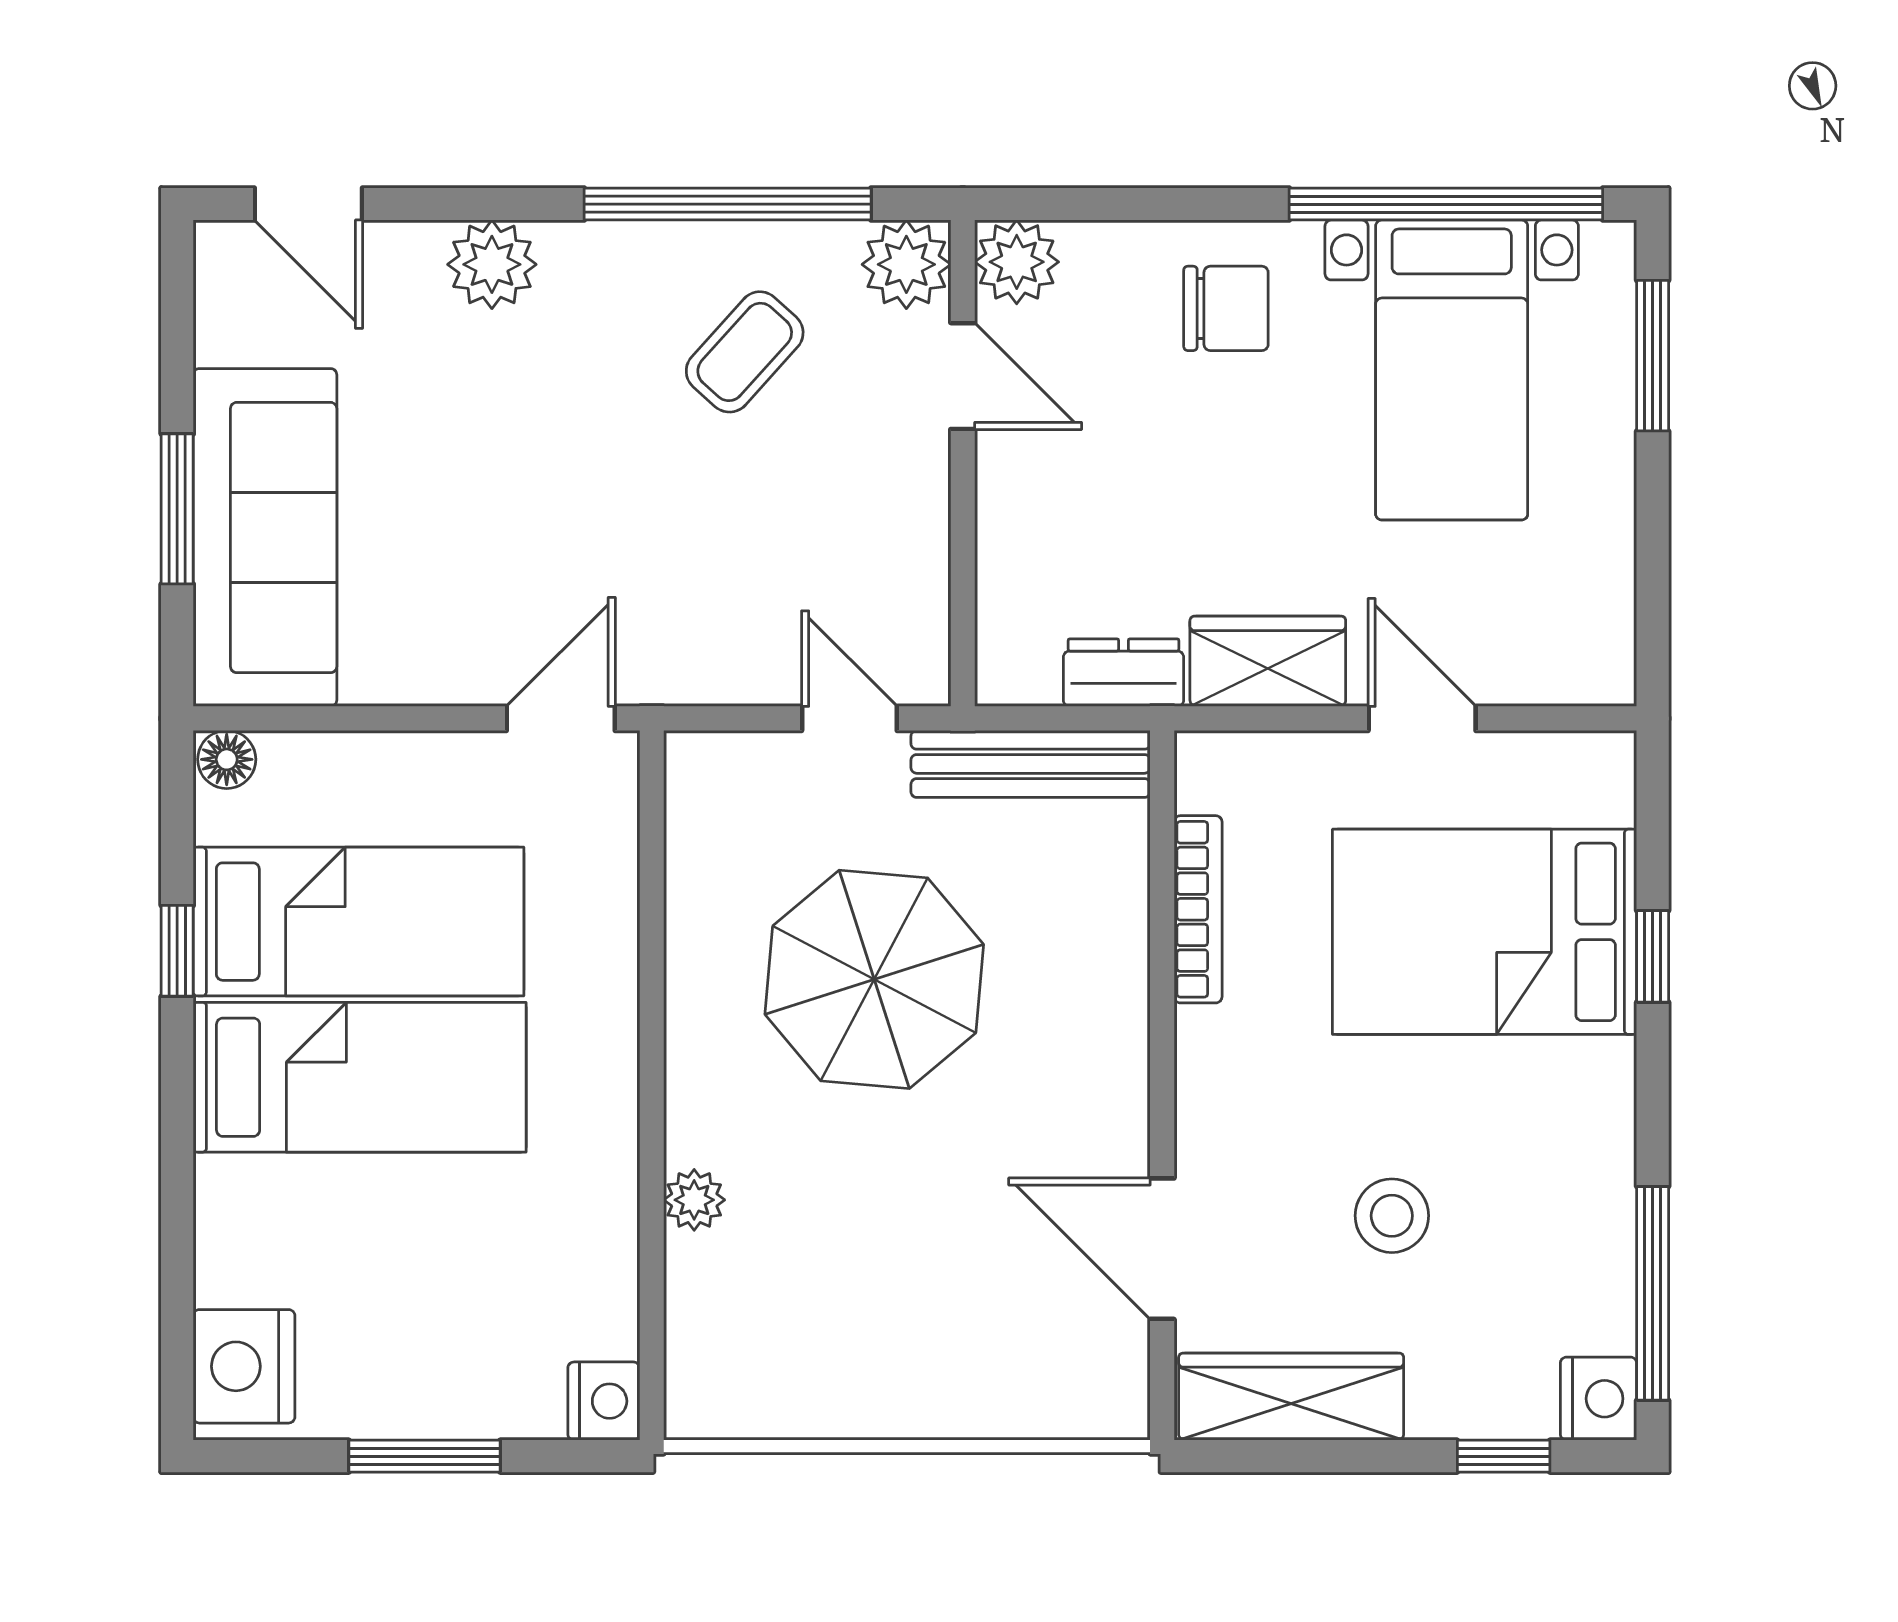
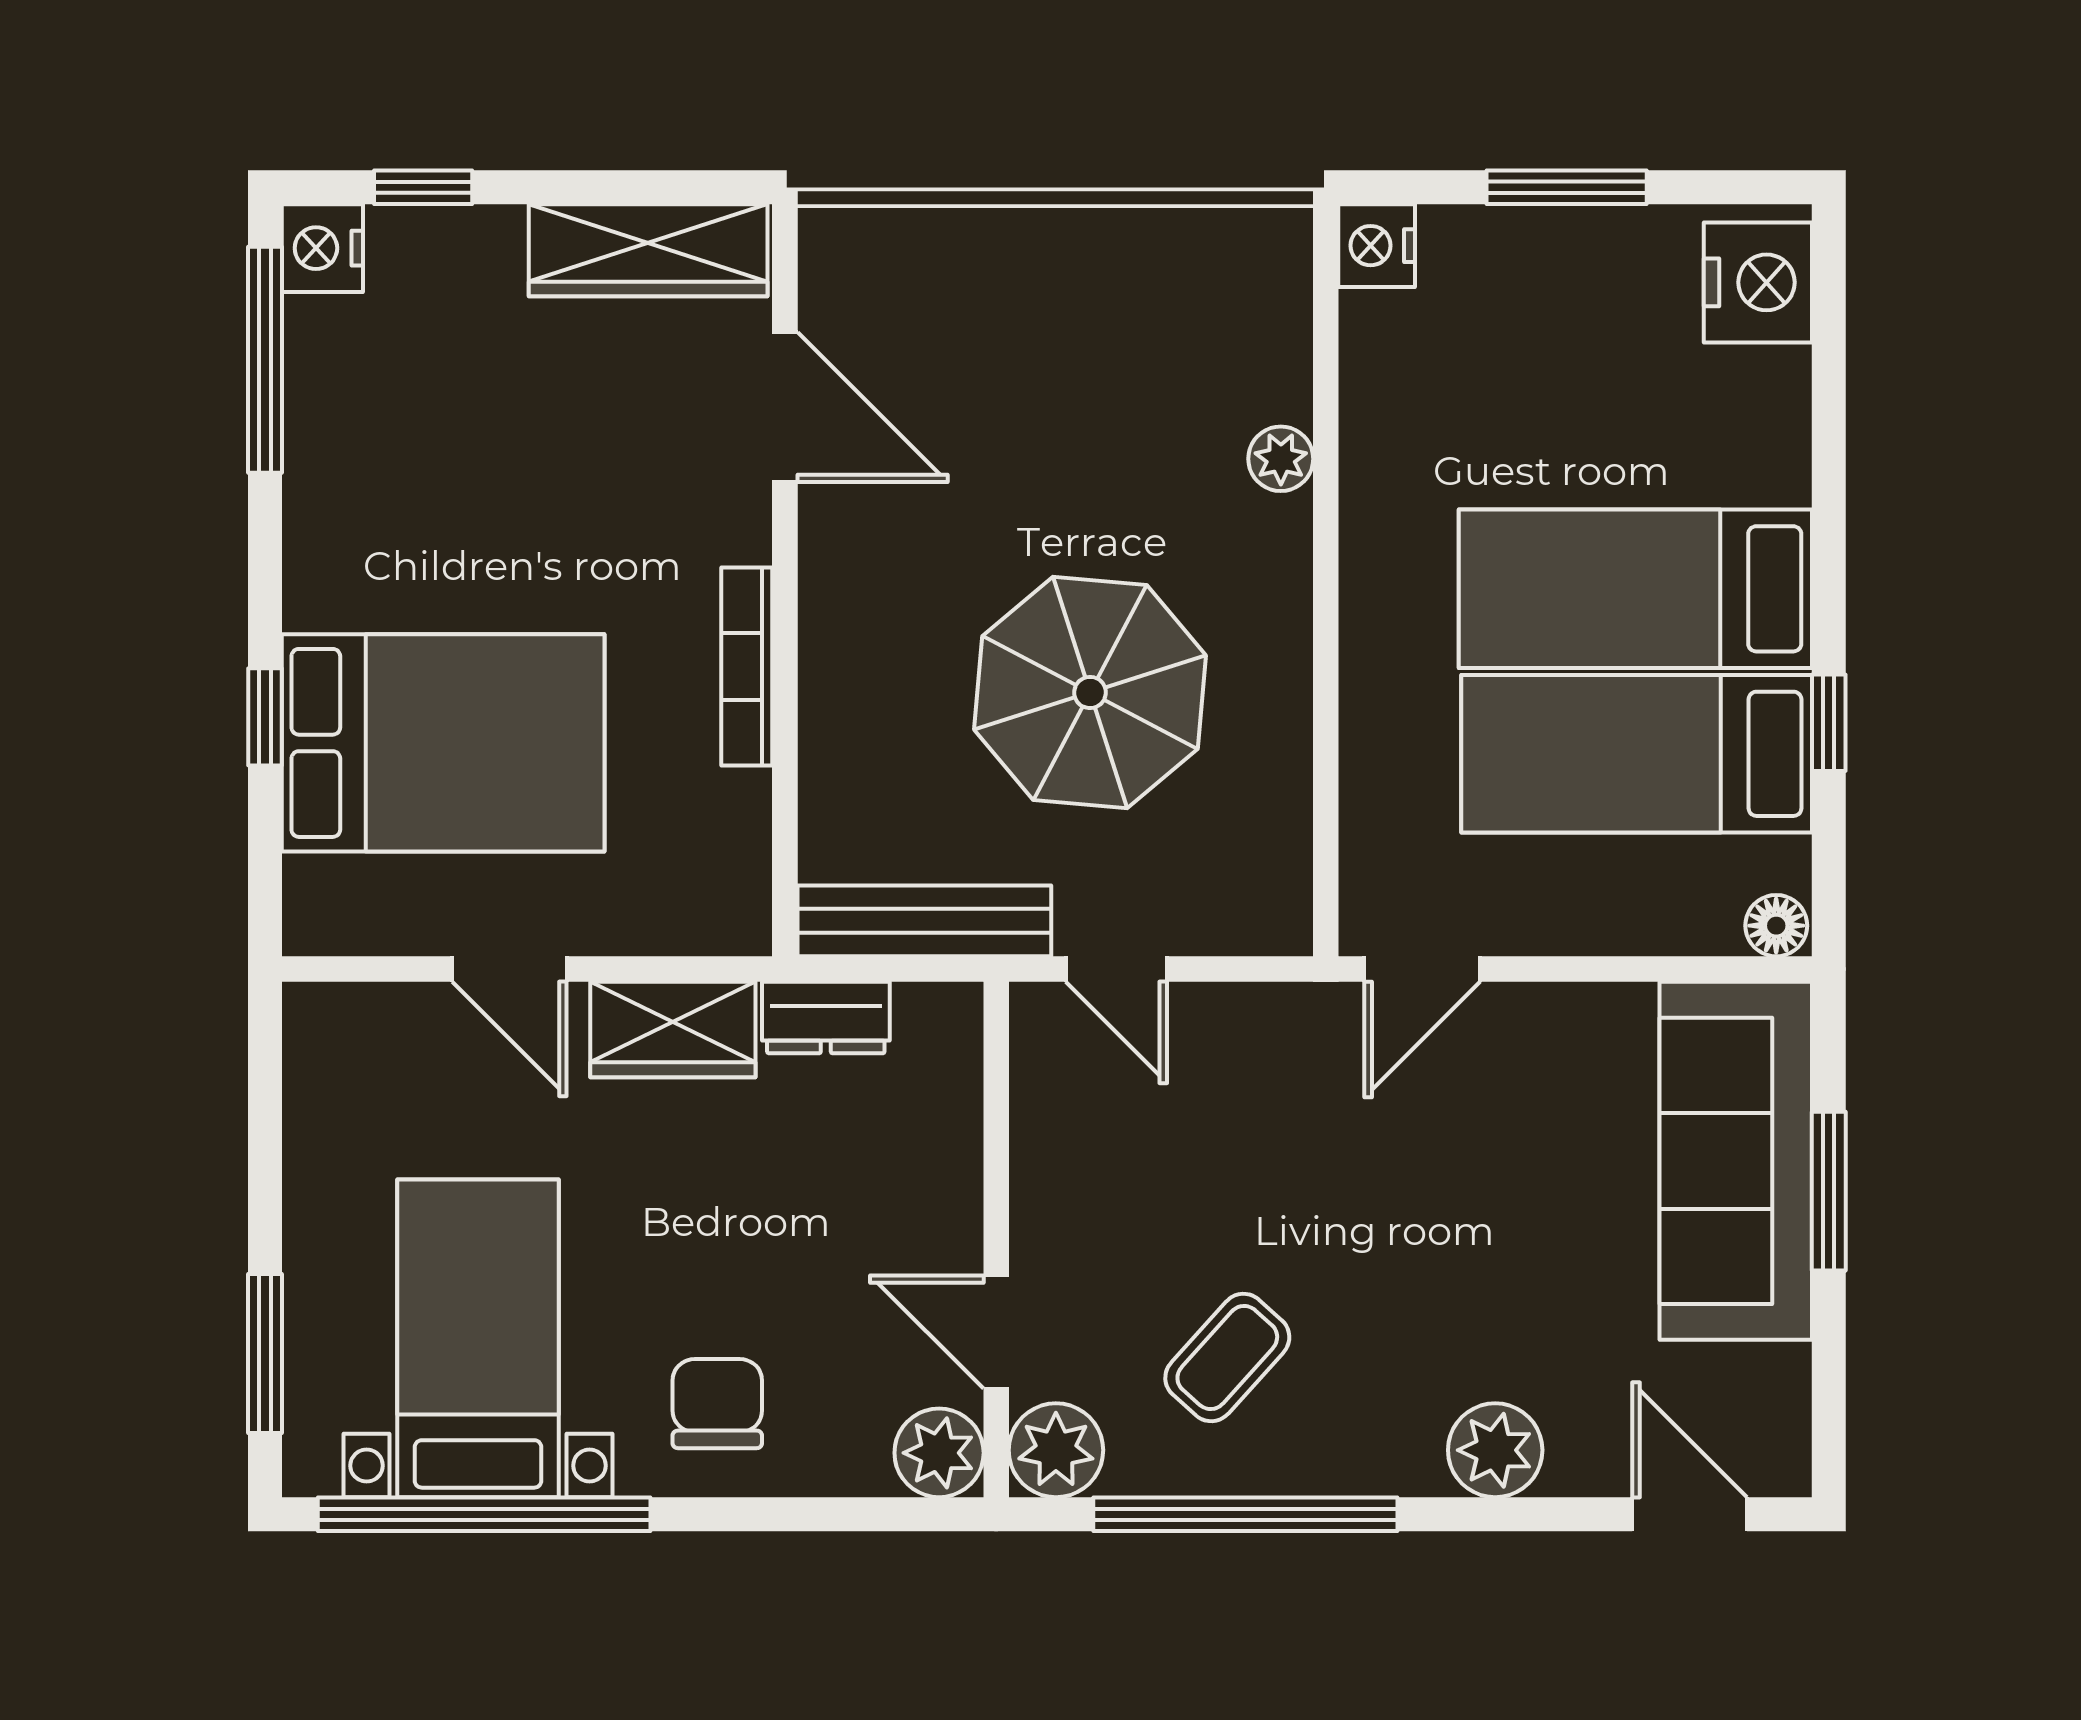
chair: (1226, 308) -> (717, 1404), turned 90
bookcase: (1198, 909) -> (747, 666), moved
stool: (1392, 1216) -> (541, 442), removed

